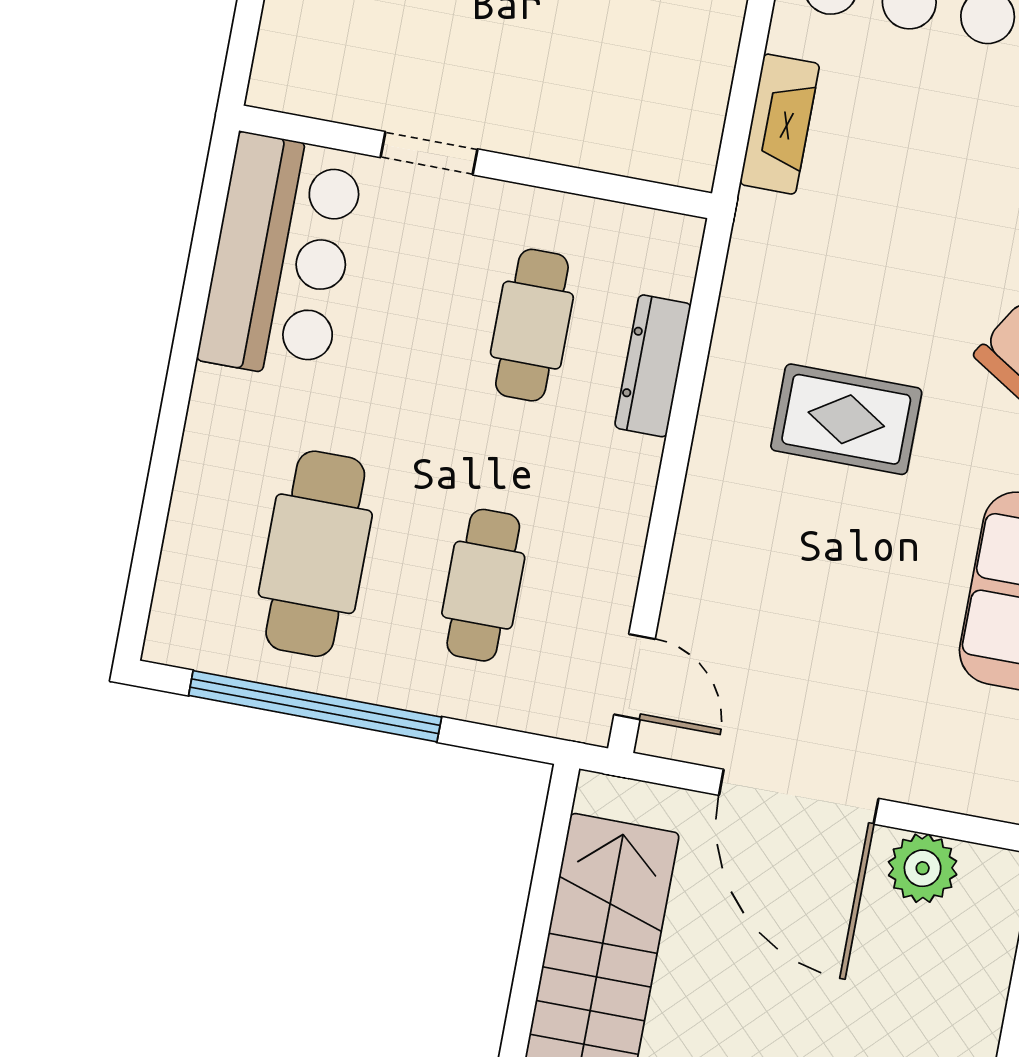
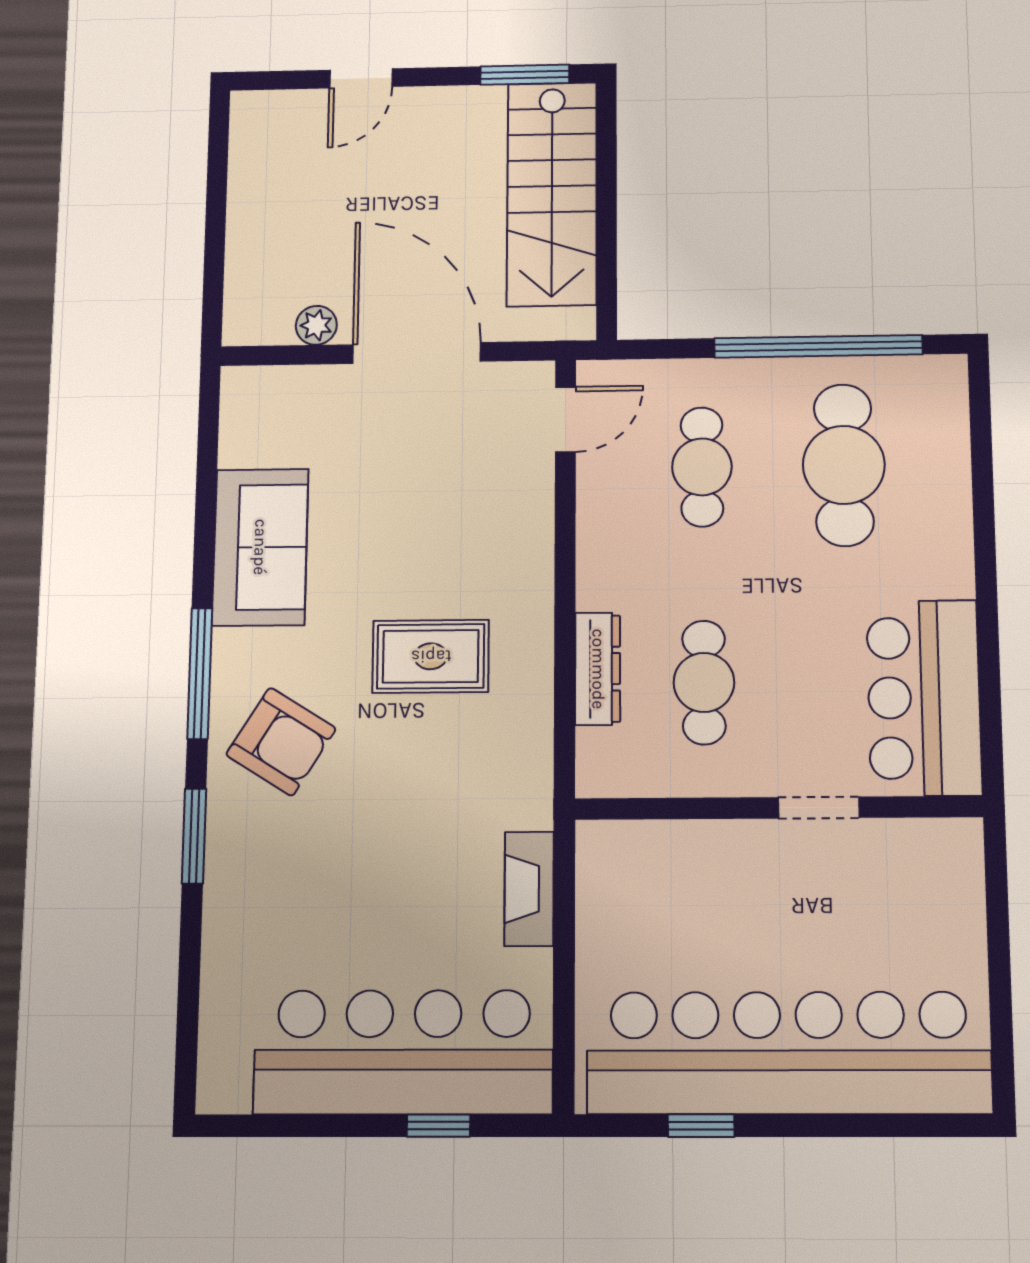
door: (634, 677) -> (565, 419), swing flipped
plant: (923, 868) -> (316, 325), width x0.73, depth x0.73

